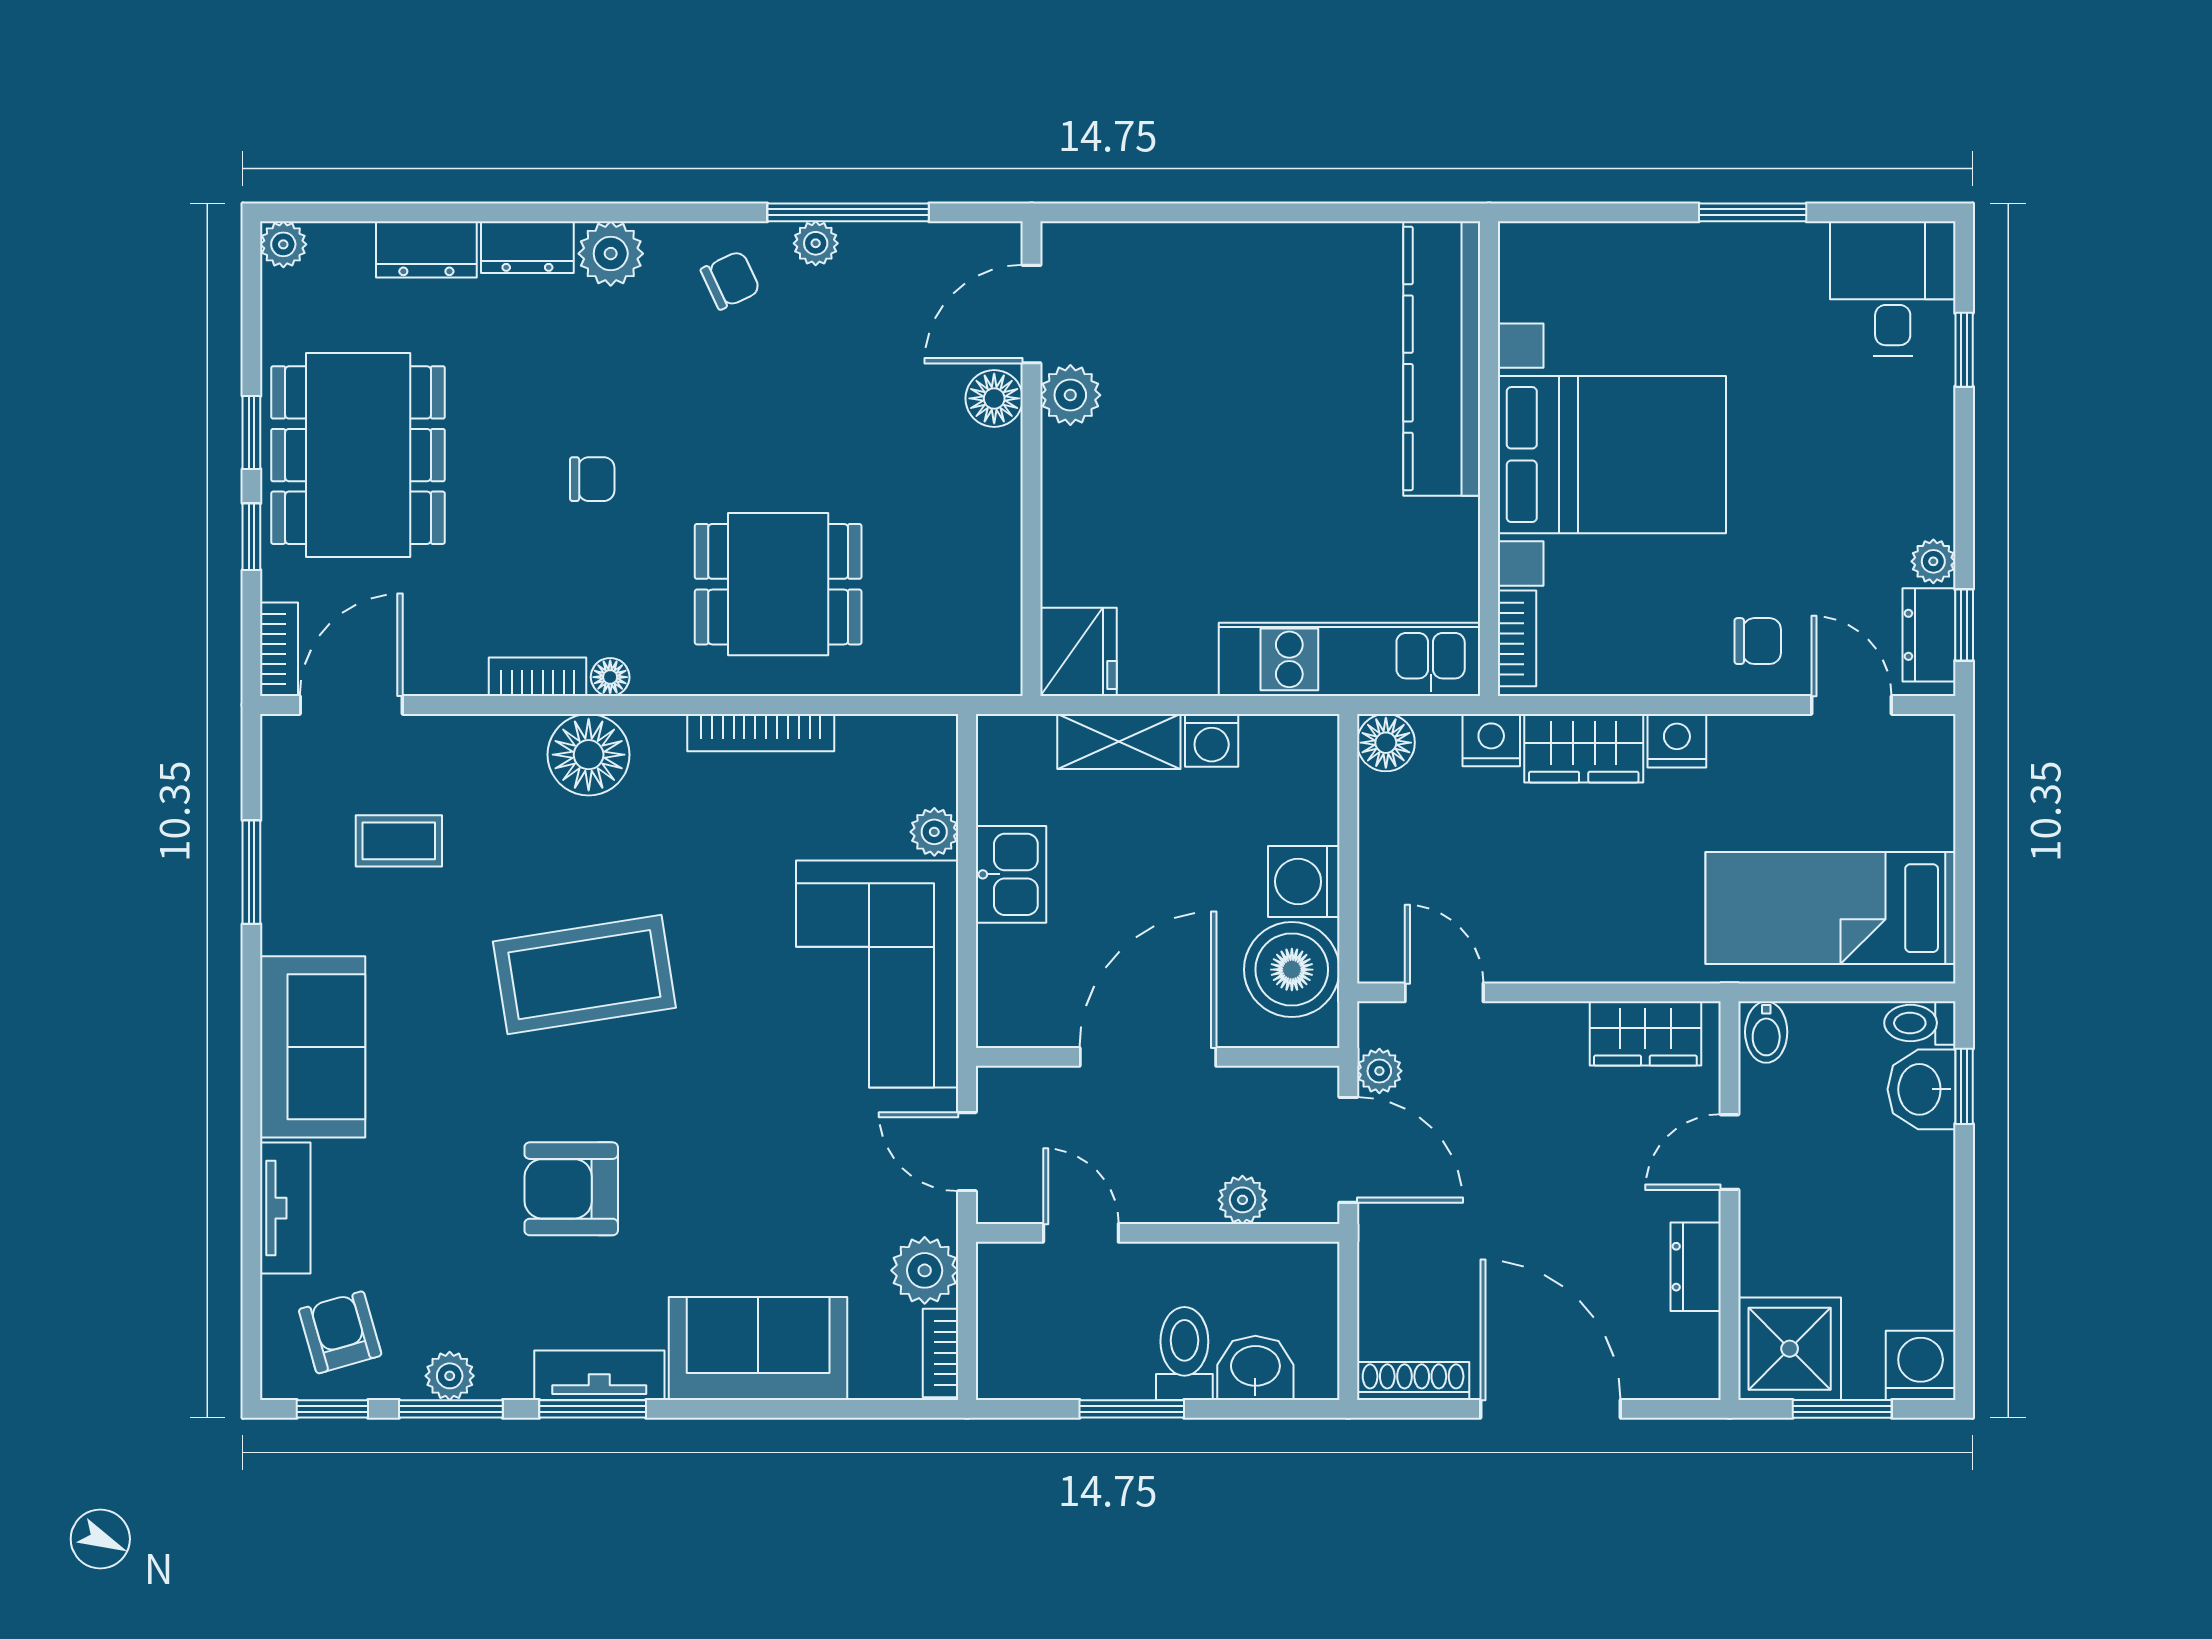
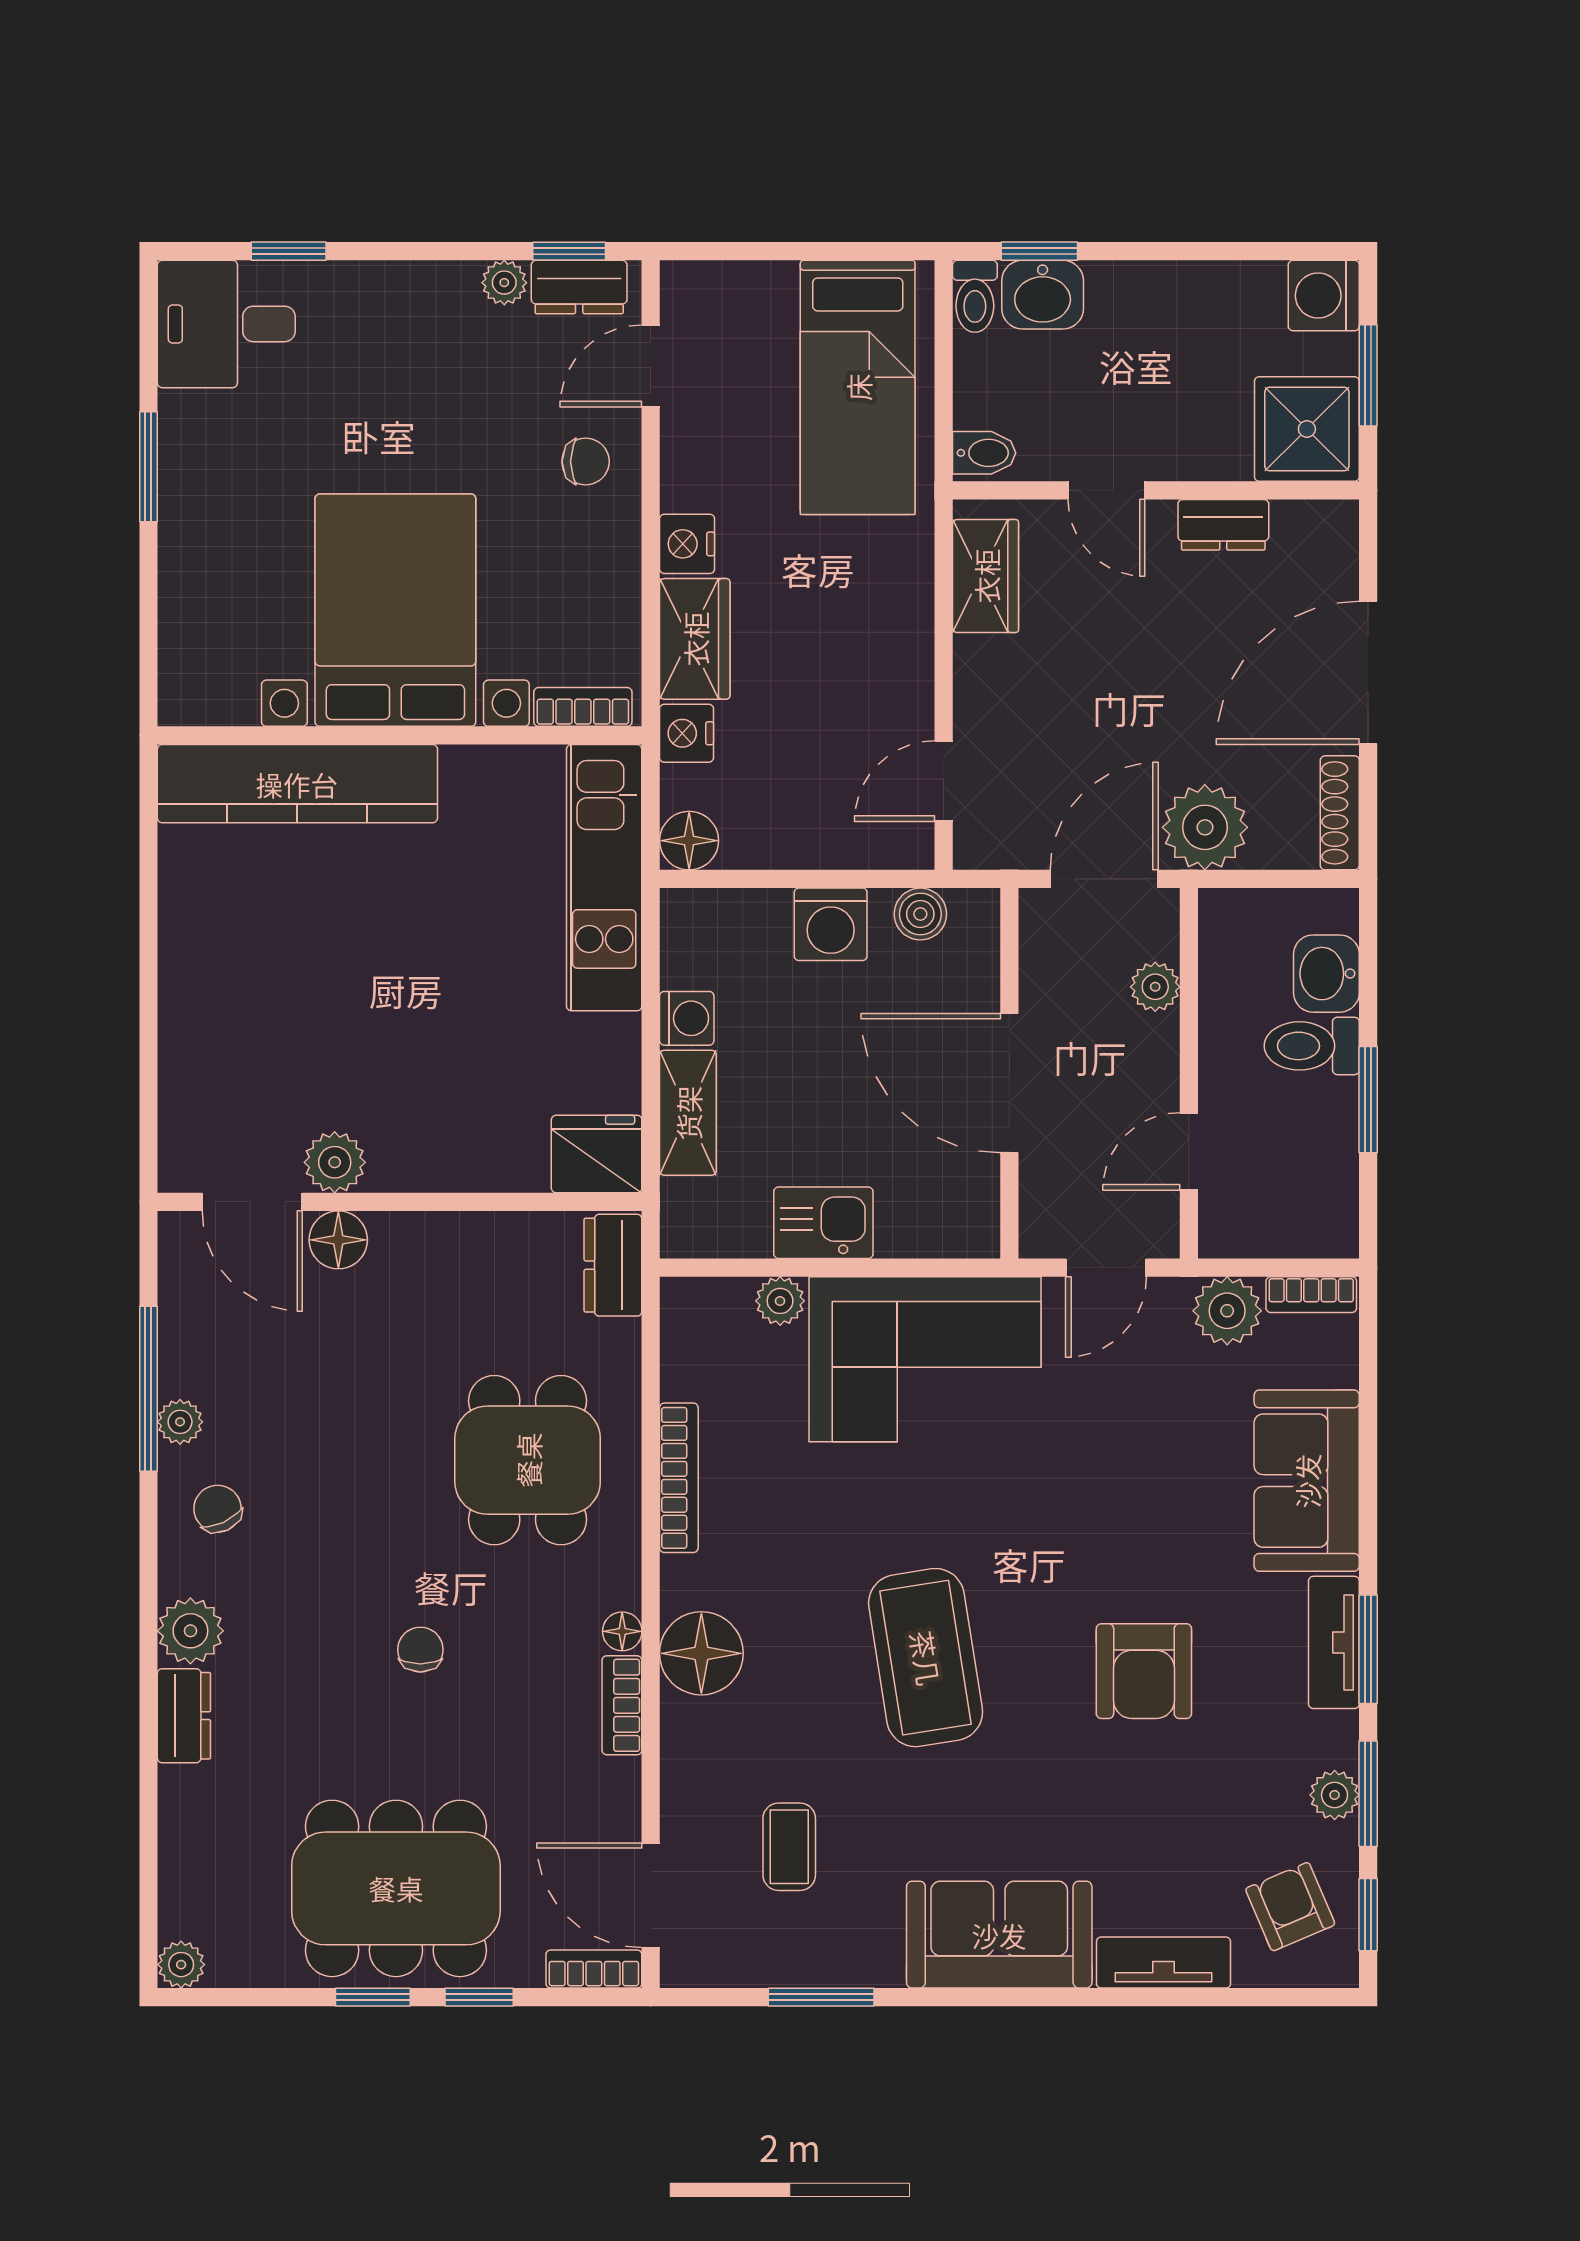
dresser: (426, 249) -> (613, 1265), moved, turned 180
chair: (1758, 641) -> (586, 462), turned 90
boiler: (1292, 970) -> (920, 914), width x0.54, depth x0.54
plant: (1379, 1071) -> (1205, 827), moved, width x1.88, depth x1.88
armchair: (340, 1332) -> (1290, 1907), turned 83

